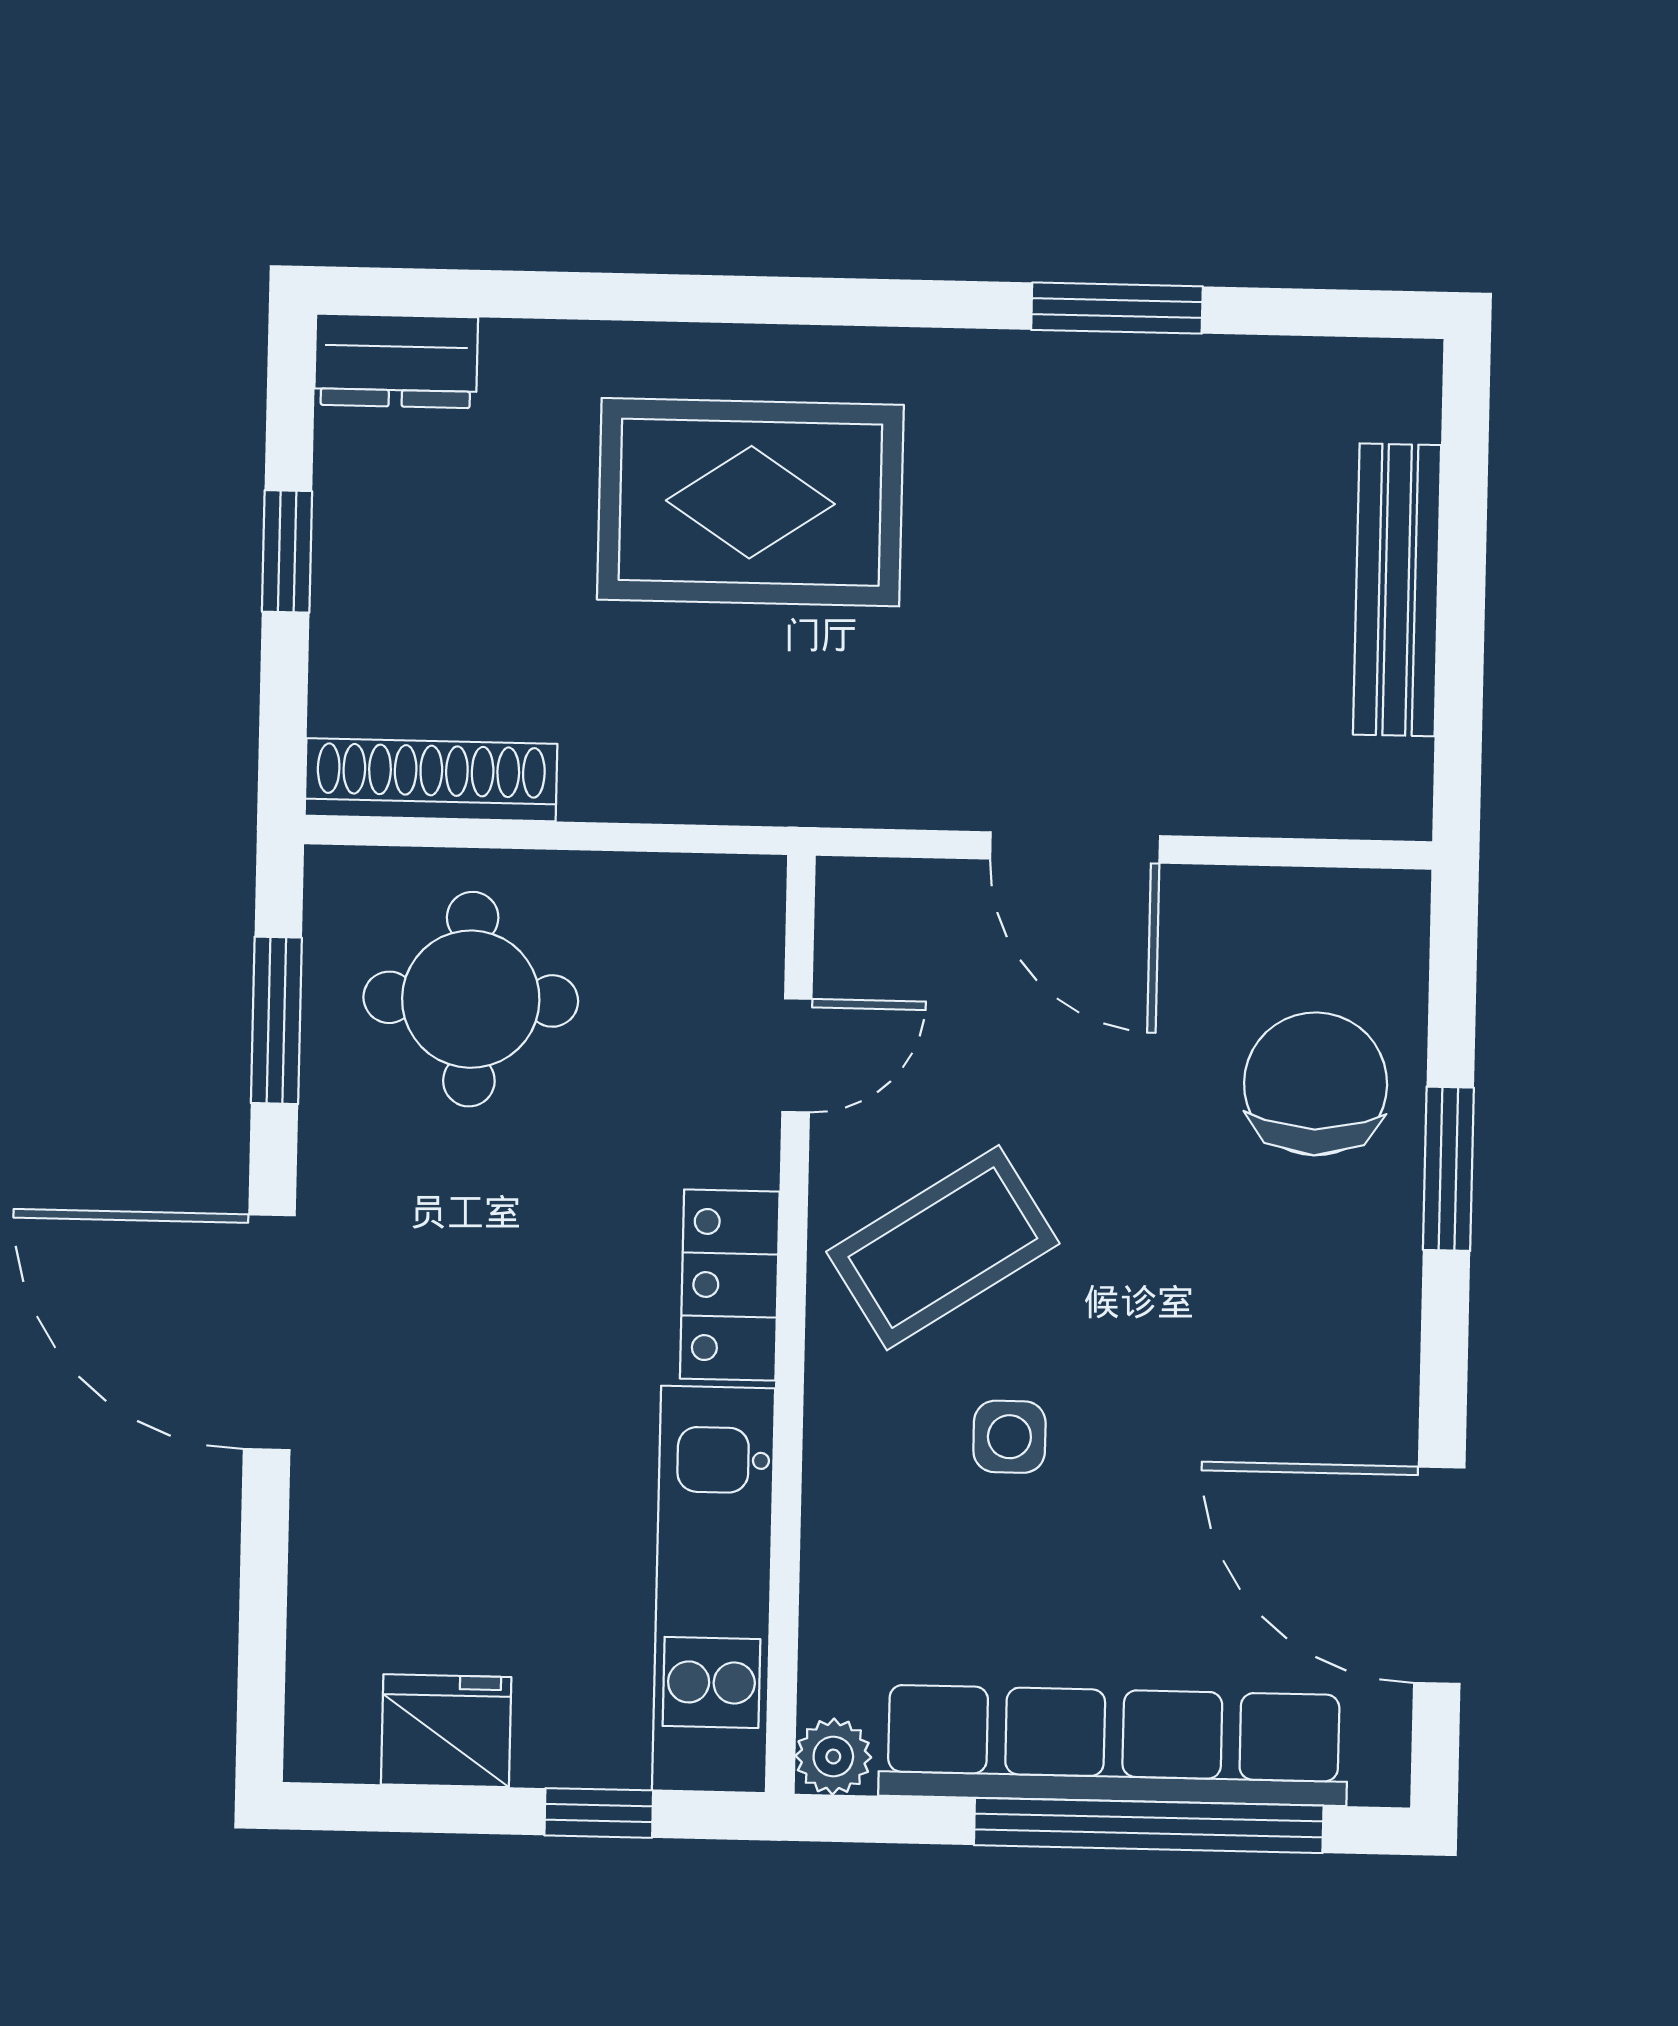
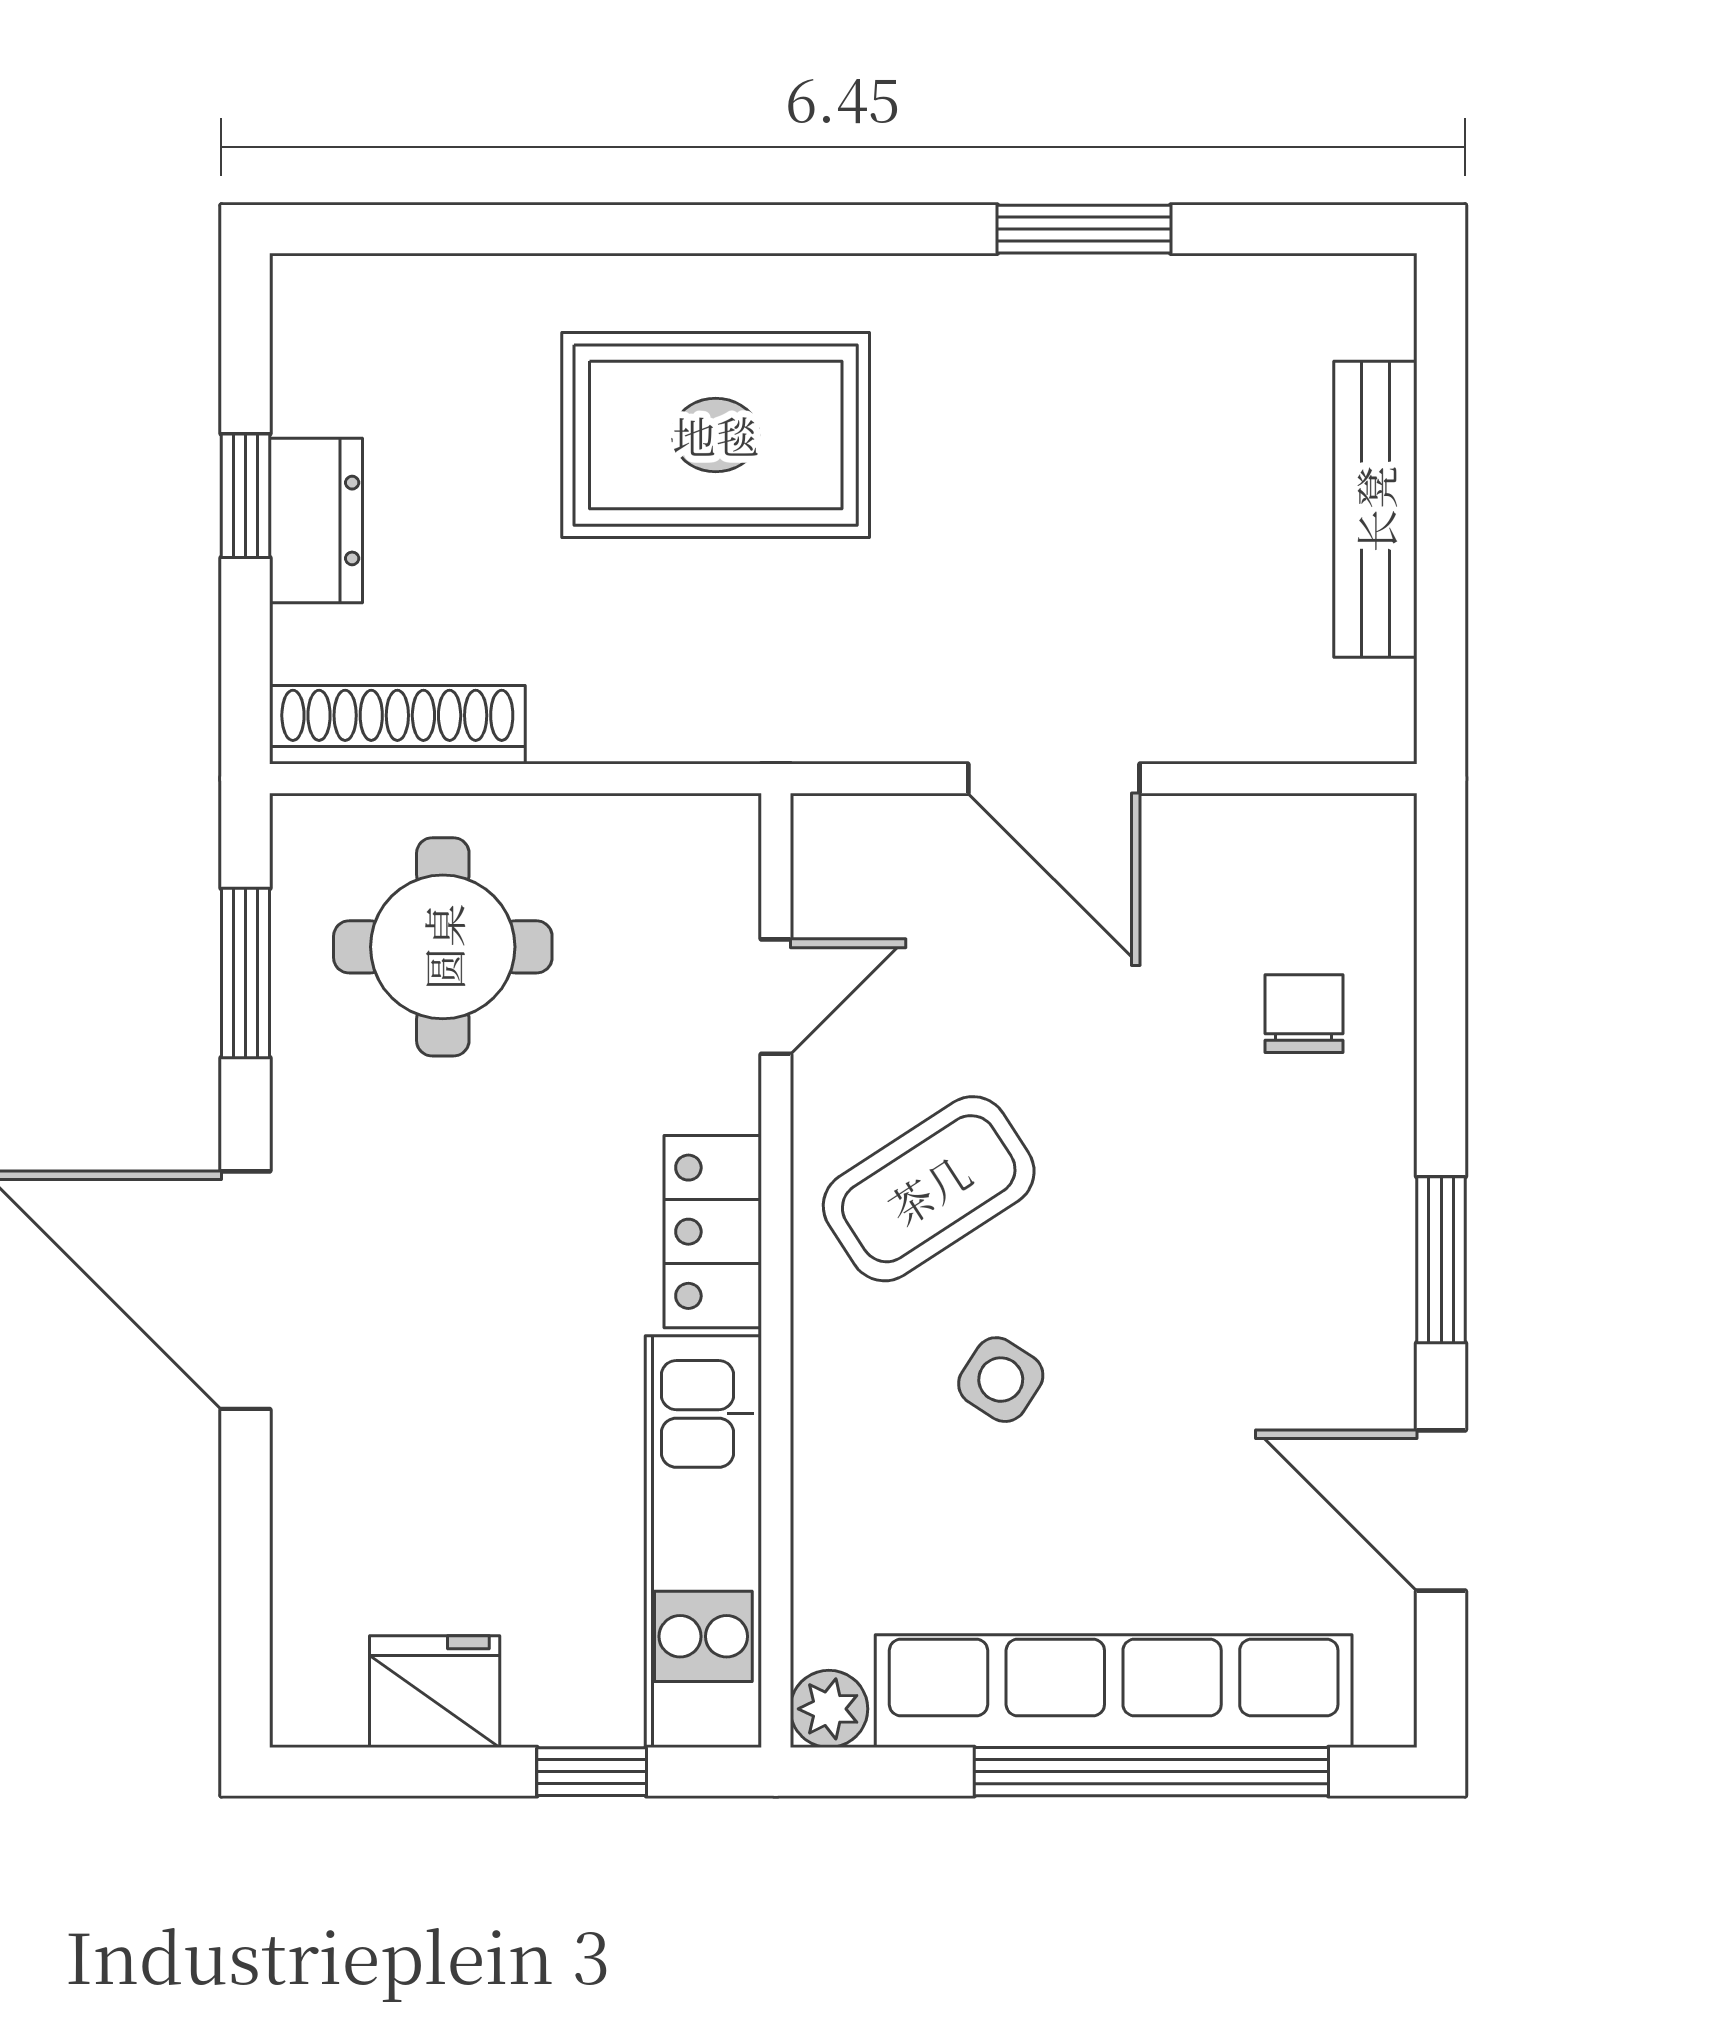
dresser: (396, 361) -> (316, 521), moved, turned -90
chair: (1316, 1084) -> (1304, 1014), width x0.54, depth x0.54
window: (1448, 1169) -> (1441, 1260), moved
side table: (1009, 1437) -> (1001, 1380), turned 33
door: (1439, 1575) -> (1441, 1510), width x0.73

